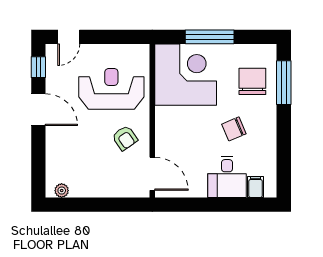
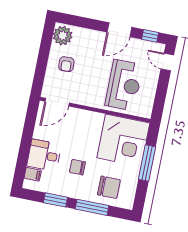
window: (284, 83) -> (92, 207), moved
chair: (234, 129) -> (77, 167), turned -67
armchair: (125, 138) -> (66, 64), moved, turned -58
window: (284, 150) -> (55, 200), added
plant: (62, 191) -> (63, 36), width x1.88, depth x1.88

